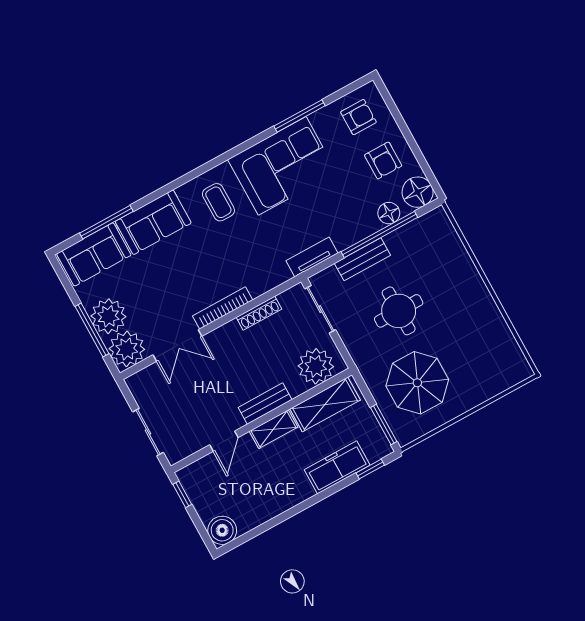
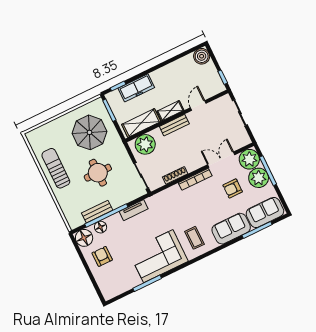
armchair: (358, 117) -> (233, 188), moved
tv unit: (312, 257) -> (134, 210), moved
bench: (362, 259) -> (97, 212), moved
sun lounger: (475, 315) -> (56, 168), added

